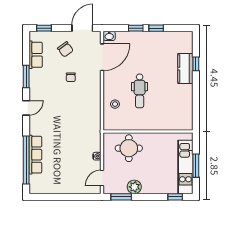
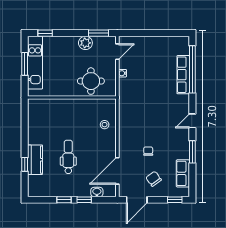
washbasin: (109, 36) -> (97, 192), moved
dental chair: (140, 91) -> (68, 157), moved

